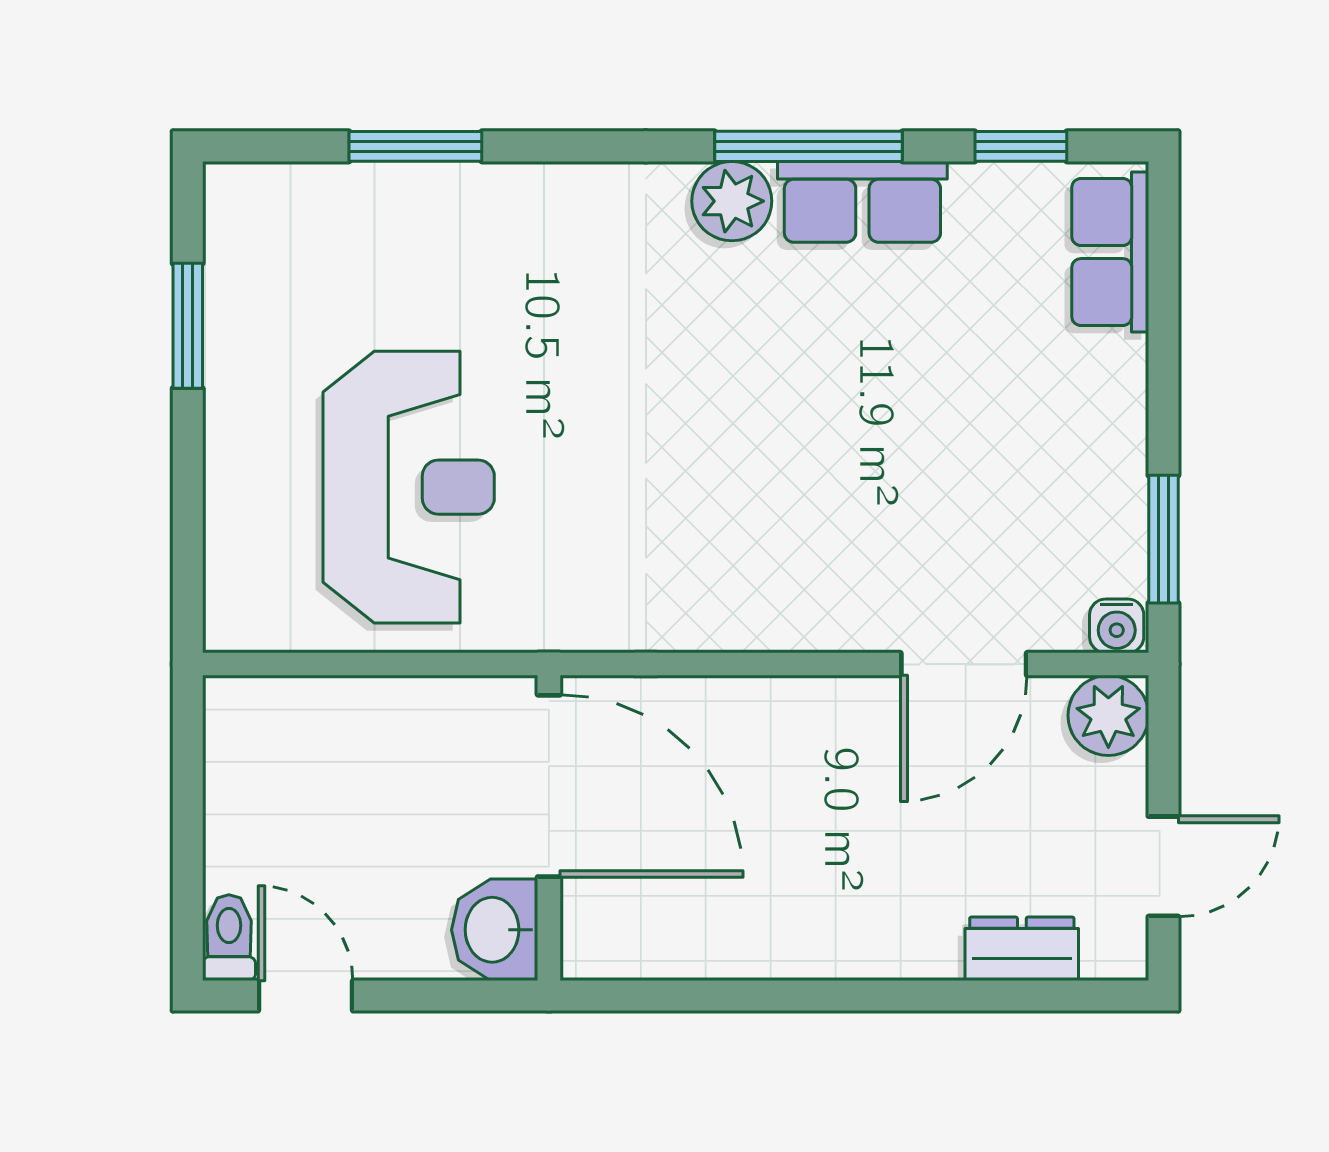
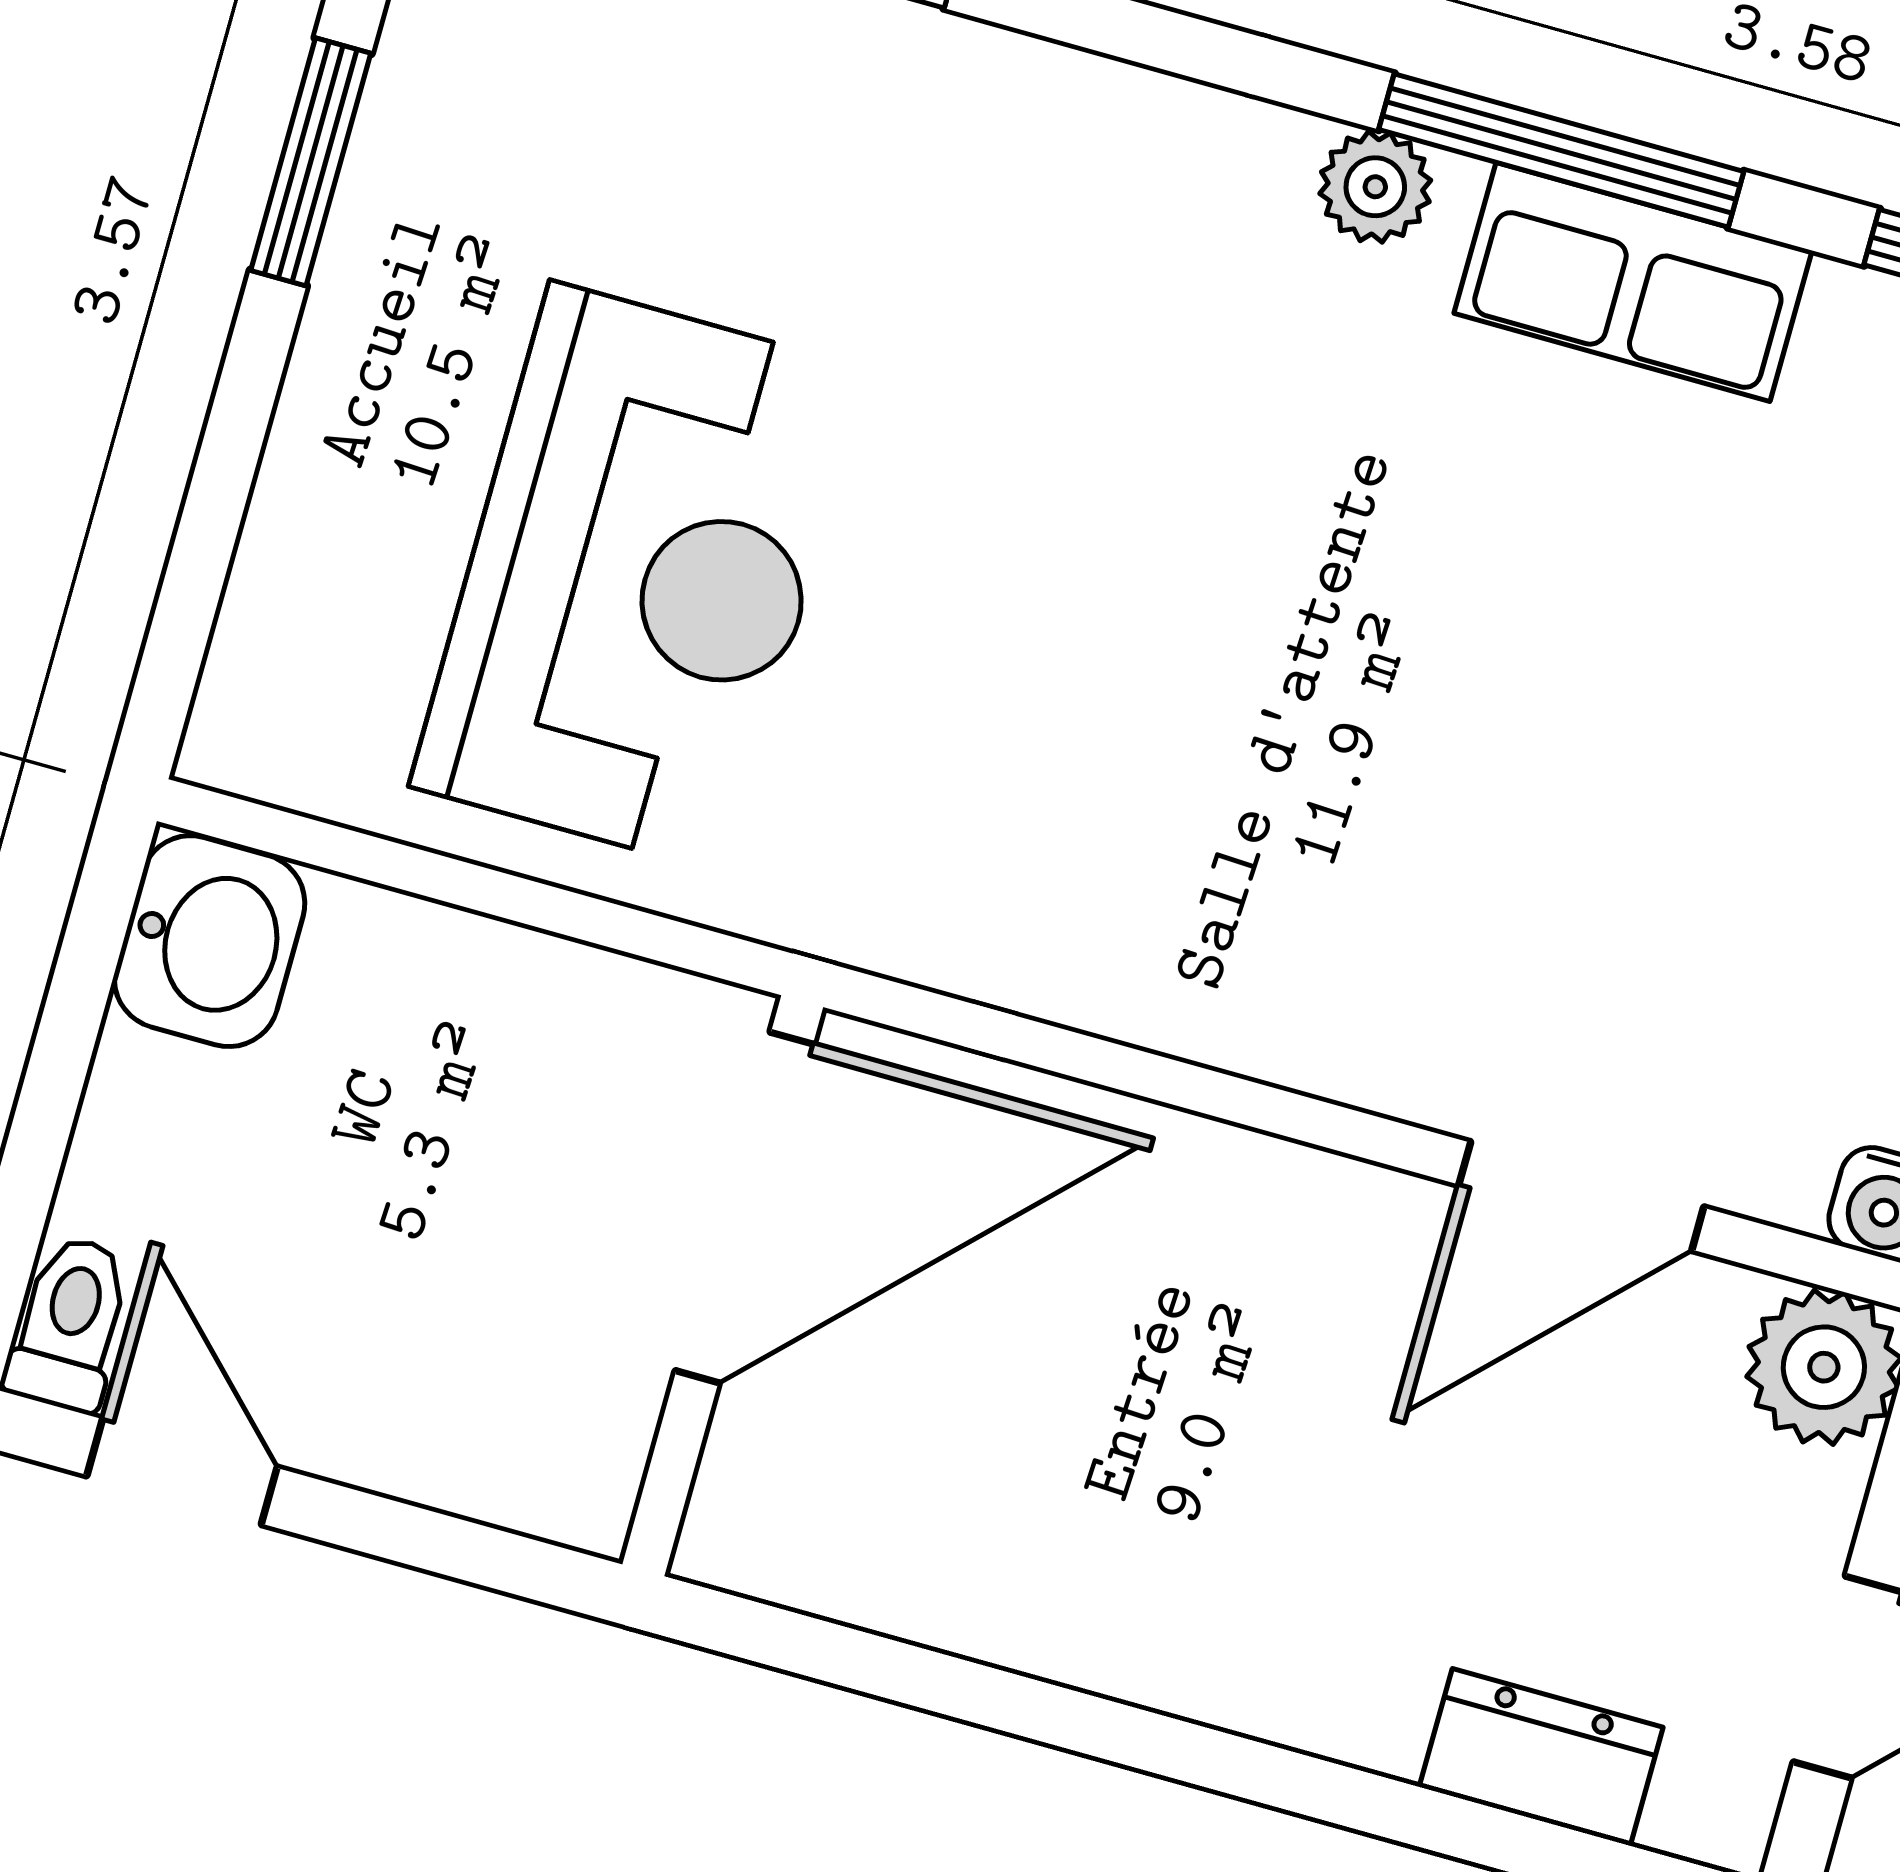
plant: (732, 201) -> (1375, 187), width x0.73, depth x0.73
door: (549, 786) -> (745, 1207), hinge flipped
washbasin: (495, 930) -> (210, 941), moved, turned 180

